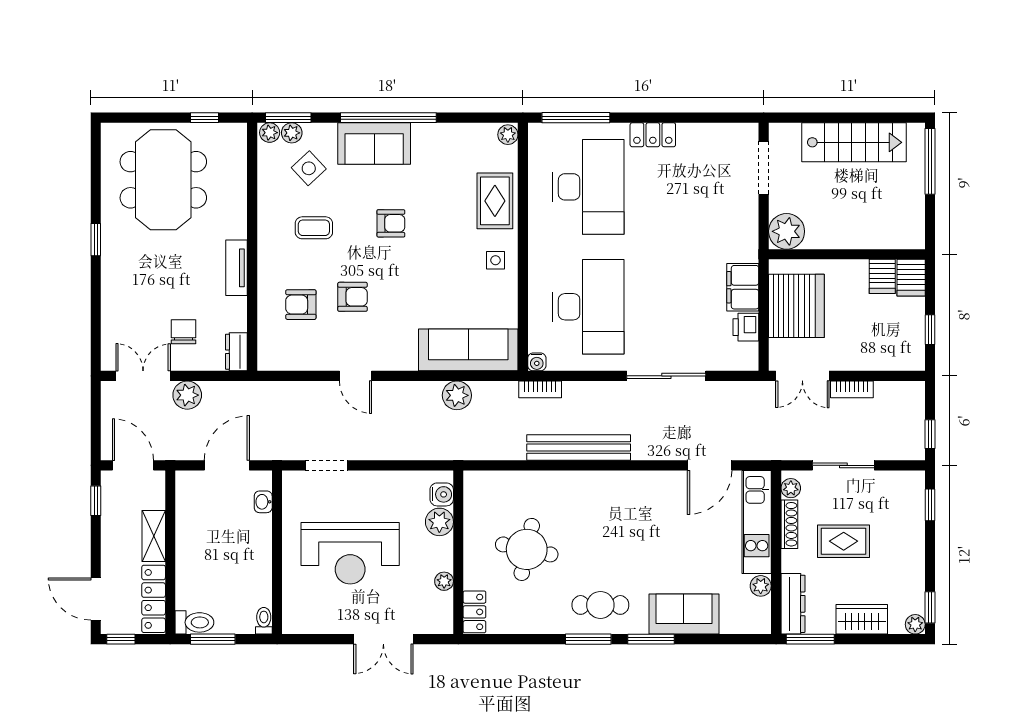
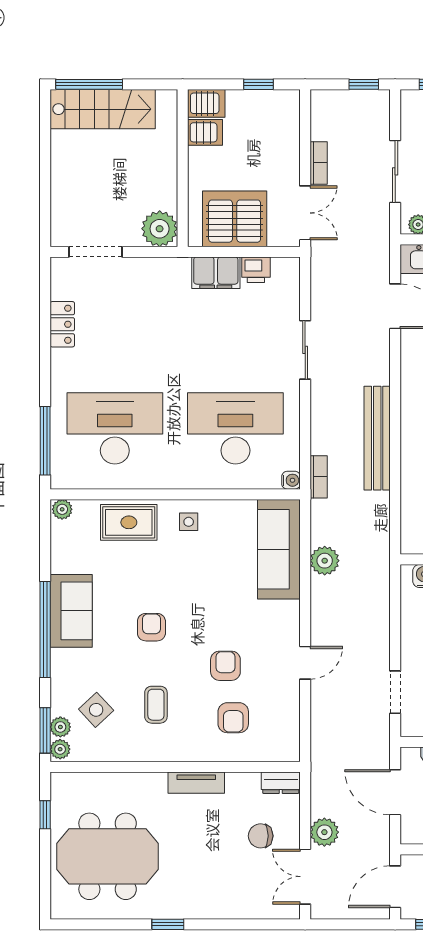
locker: (653, 135) -> (62, 324), moved
stairs: (854, 142) -> (103, 109), moved, turned 90
sofa: (374, 144) -> (71, 611), moved
sliding door: (666, 376) -> (305, 350), width x0.73

